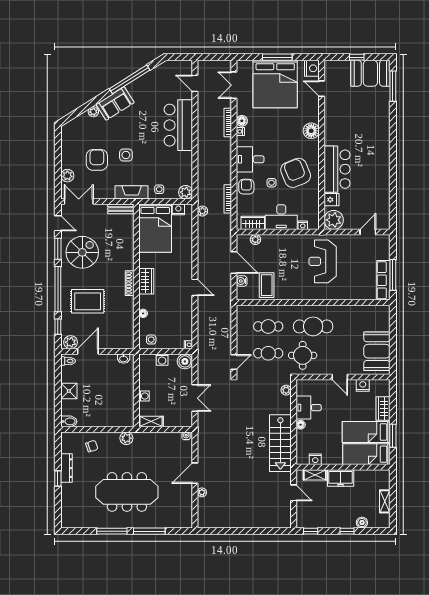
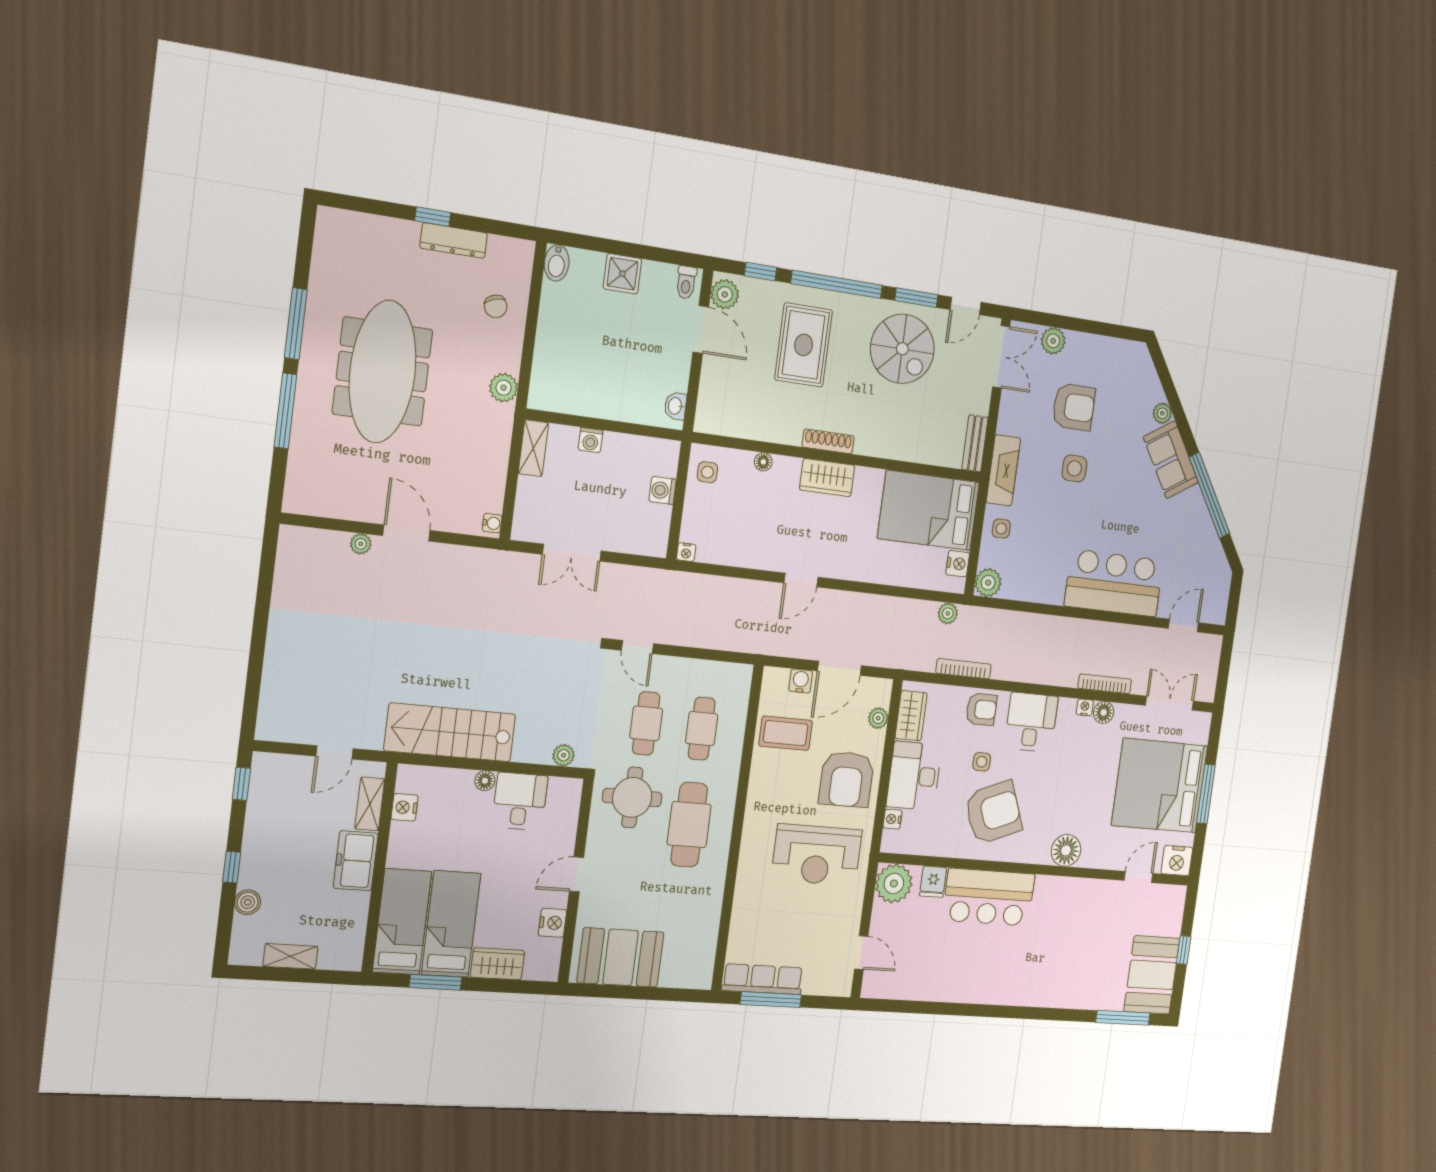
armchair: (286, 251) -> (847, 779), added
reception desk: (323, 261) -> (817, 855), turned 180
boiler: (185, 361) -> (652, 540), removed

